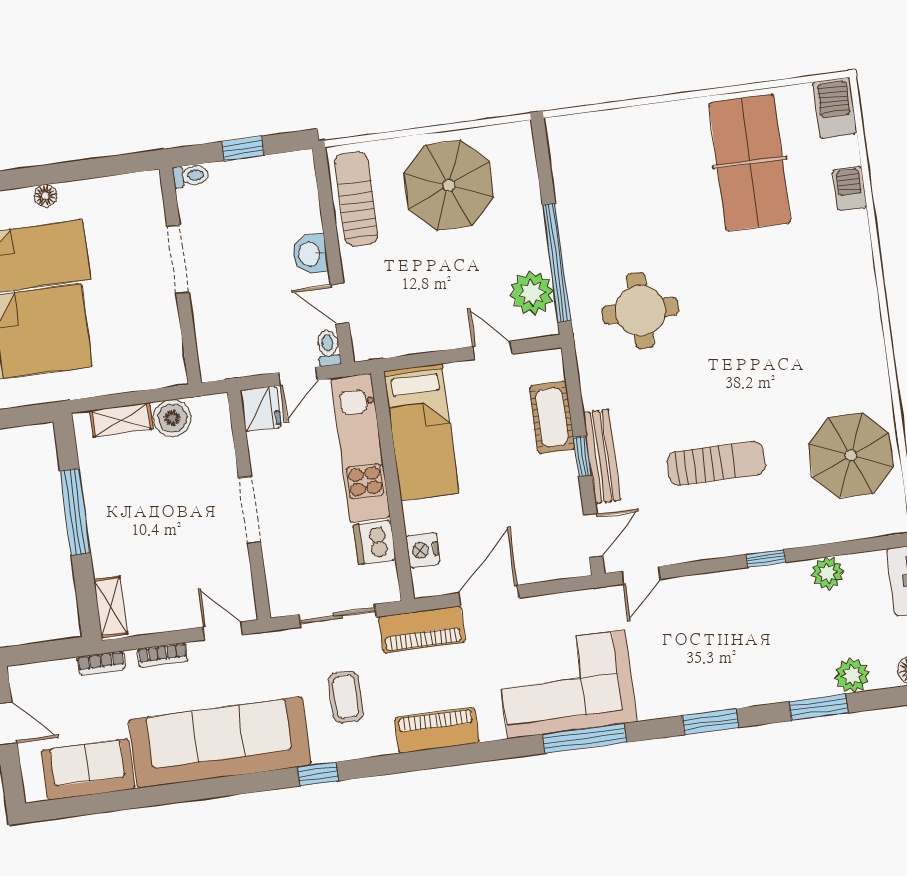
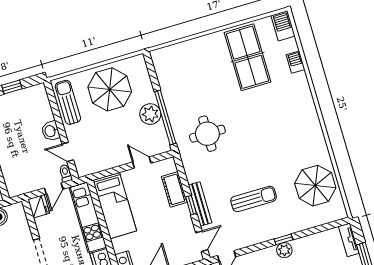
plant: (532, 293) -> (150, 114), moved
plant: (827, 573) -> (284, 250), moved

